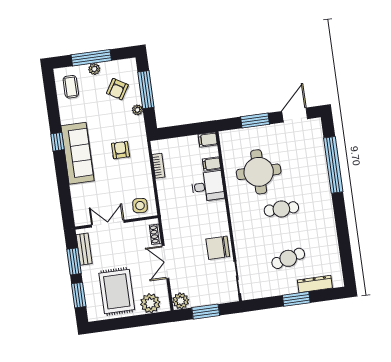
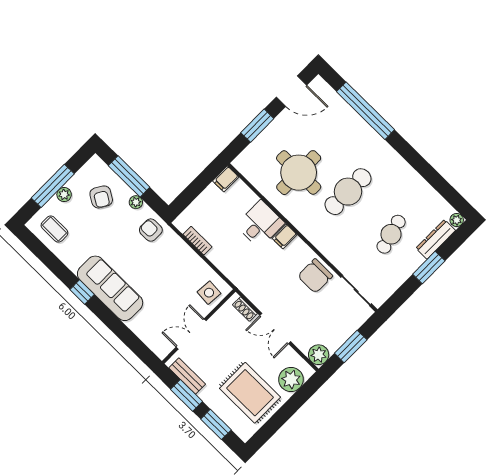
door: (295, 115) -> (292, 91), swing flipped
armchair: (120, 150) -> (151, 230), moved
filing cabinet: (212, 164) -> (285, 237), moved
cafe table: (281, 209) -> (348, 192), width x1.37, depth x1.35
plant: (338, 282) -> (457, 220), added

